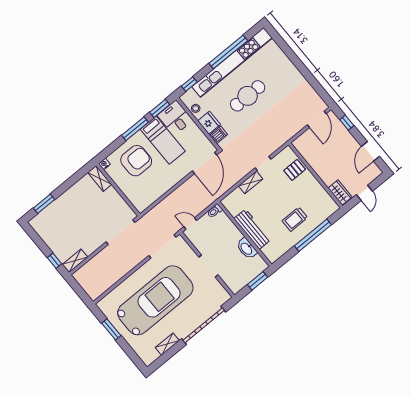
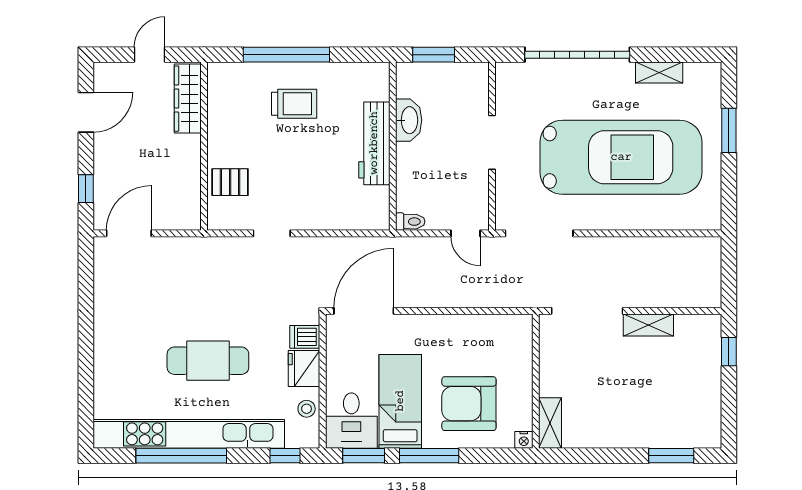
shelving: (251, 182) -> (316, 220), removed
wardrobe: (340, 192) -> (188, 99), width x1.50
shelving: (75, 261) -> (648, 325), moved
car: (155, 300) -> (621, 157), turned 180
window: (111, 329) -> (729, 130), moved

